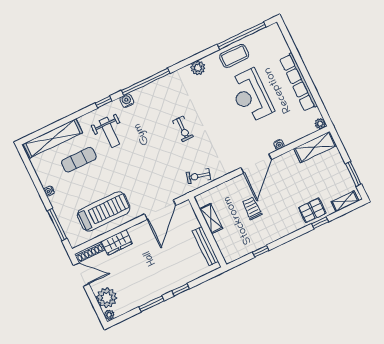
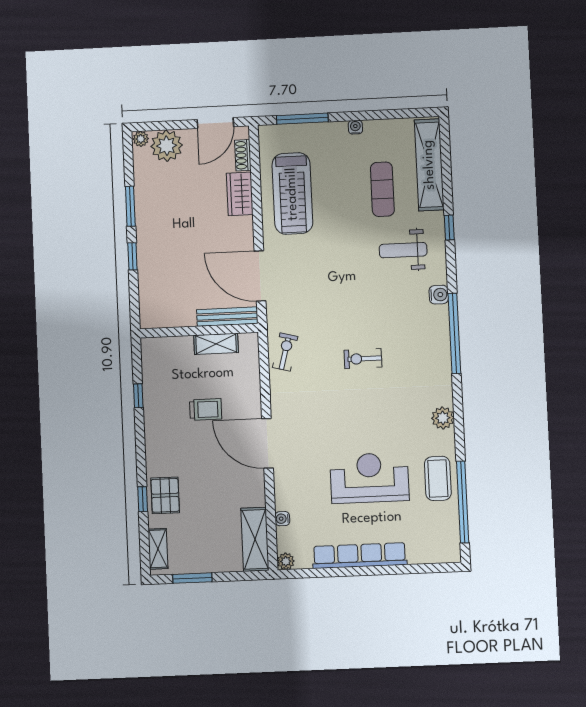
window: (104, 102) -> (449, 228), moved
water cooler: (279, 145) -> (282, 519), moved
bench: (205, 246) -> (227, 317), moved
shoe rack: (89, 252) -> (243, 155), width x0.70

